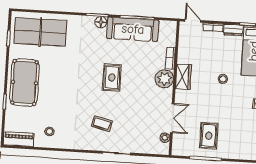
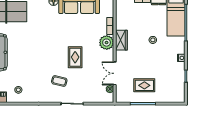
rug: (112, 77) -> (75, 57), moved
double door: (172, 118) -> (115, 73), swing flipped
rug: (209, 136) -> (144, 85), turned 90

